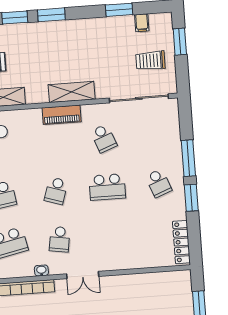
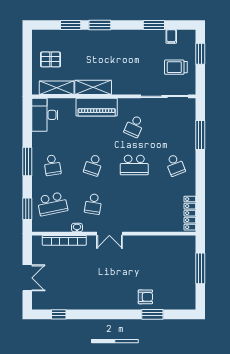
shelving: (72, 92) -> (93, 87), moved
piano: (62, 115) -> (97, 107), width x1.37, depth x1.33
school desk: (104, 138) -> (134, 126), turned 45
window: (188, 158) -> (200, 135), moved
window: (191, 198) -> (200, 178), removed

